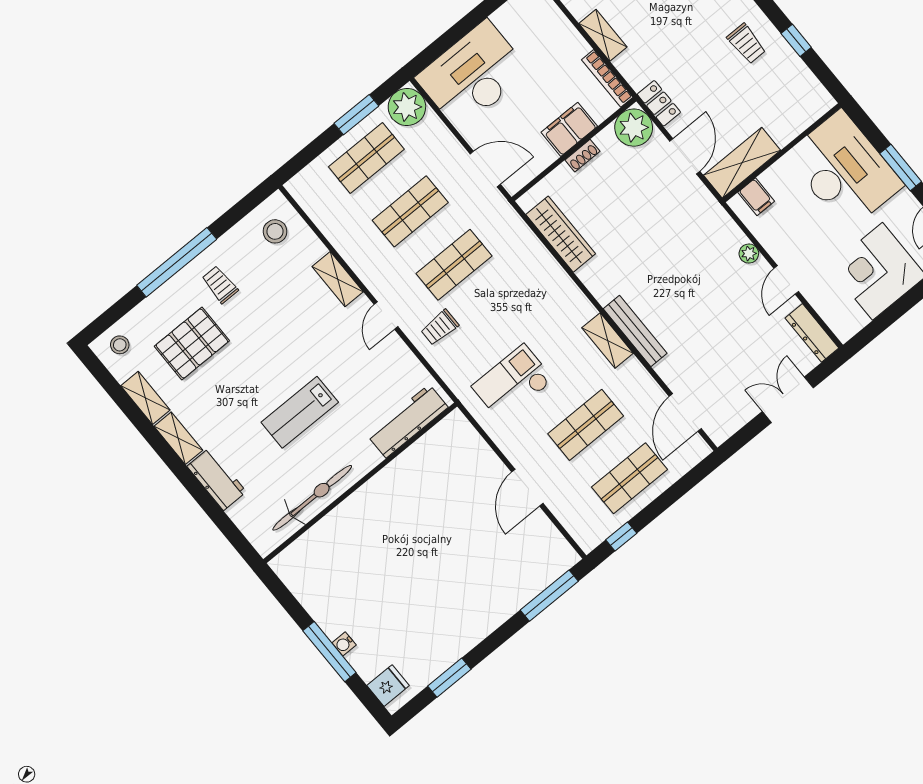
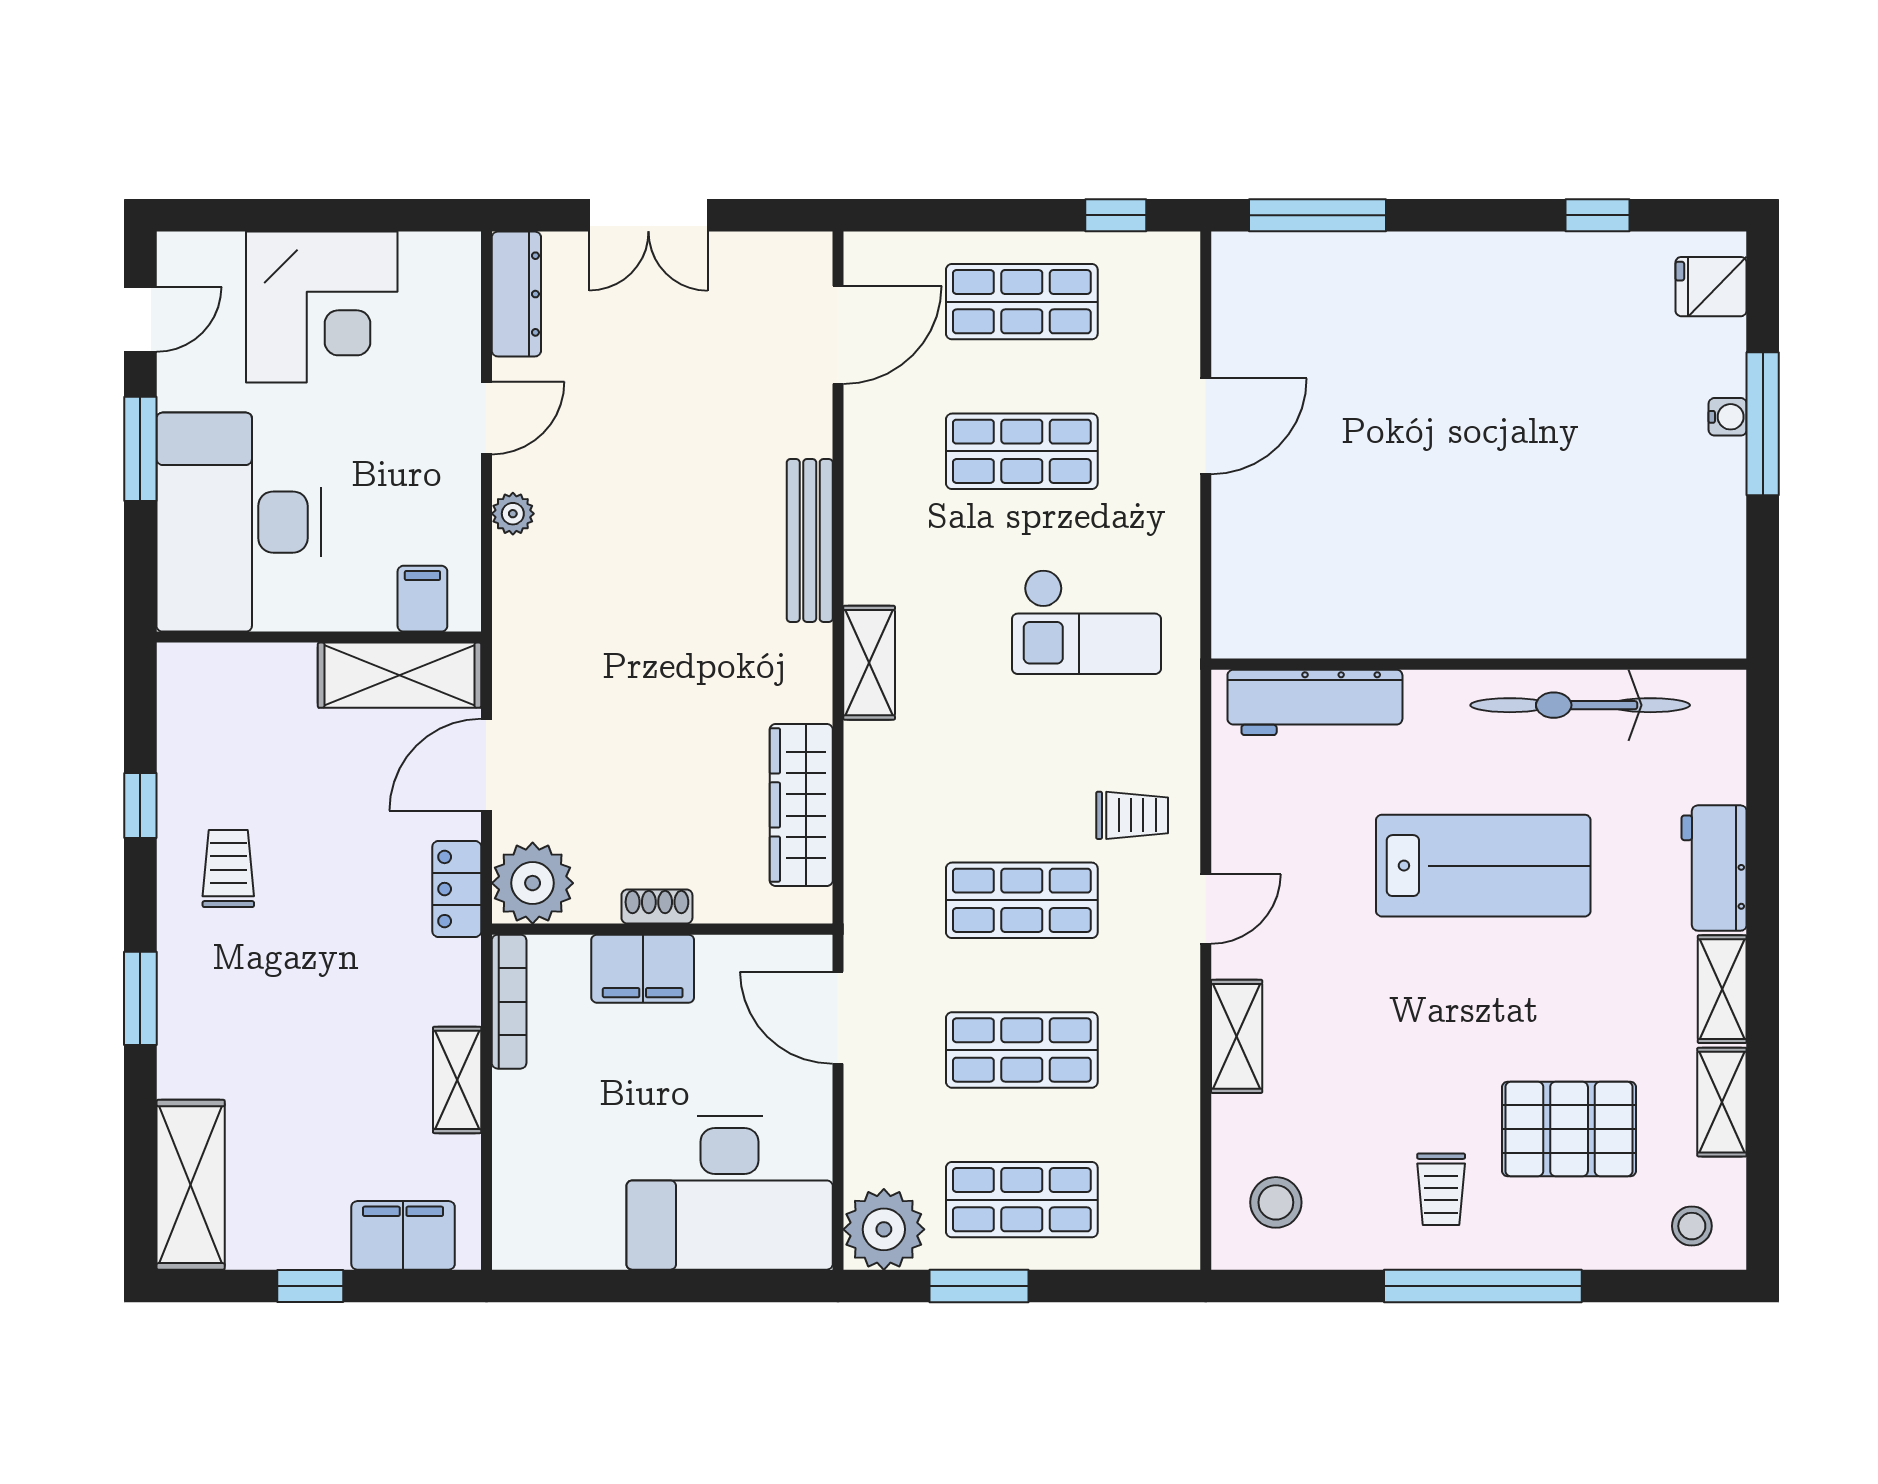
shelving: (608, 341) -> (869, 663), moved
lab bench: (300, 412) -> (1483, 866), width x1.36, depth x1.39
window: (449, 678) -> (1597, 215), width x0.67

